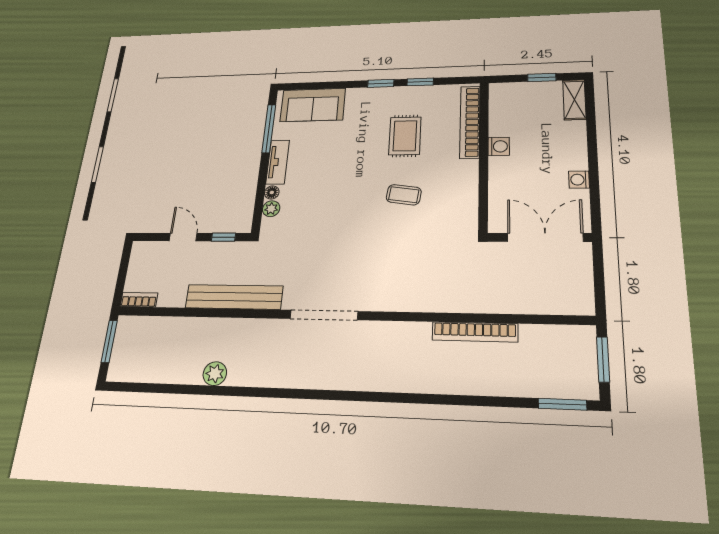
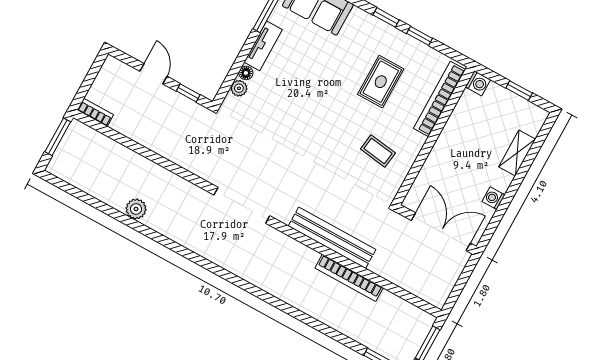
shelving: (574, 100) -> (517, 153), moved
washing machine: (499, 146) -> (478, 83), moved
coffee table: (404, 195) -> (378, 151), moved
bench: (234, 297) -> (332, 238), moved

